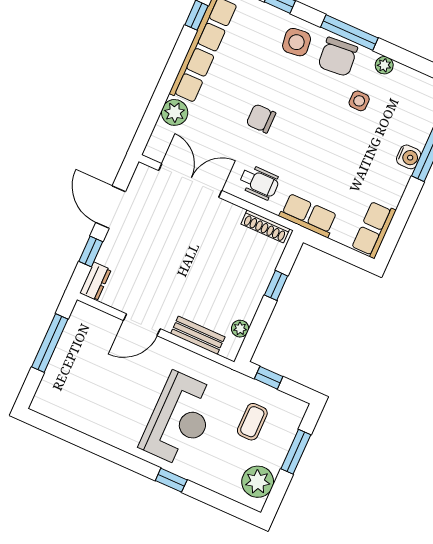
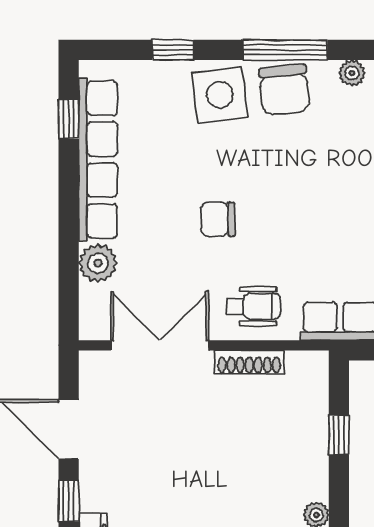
side table: (297, 42) -> (220, 95), width x1.37, depth x1.37
side table: (359, 101) -> (340, 136), removed
shoe rack: (265, 226) -> (249, 362), moved

